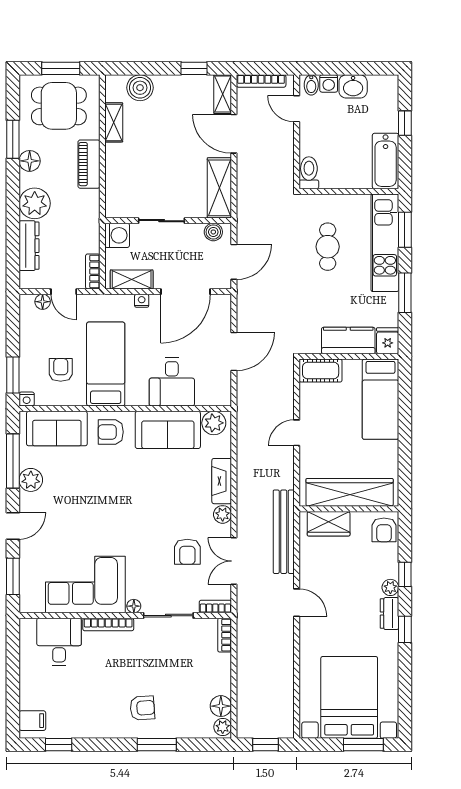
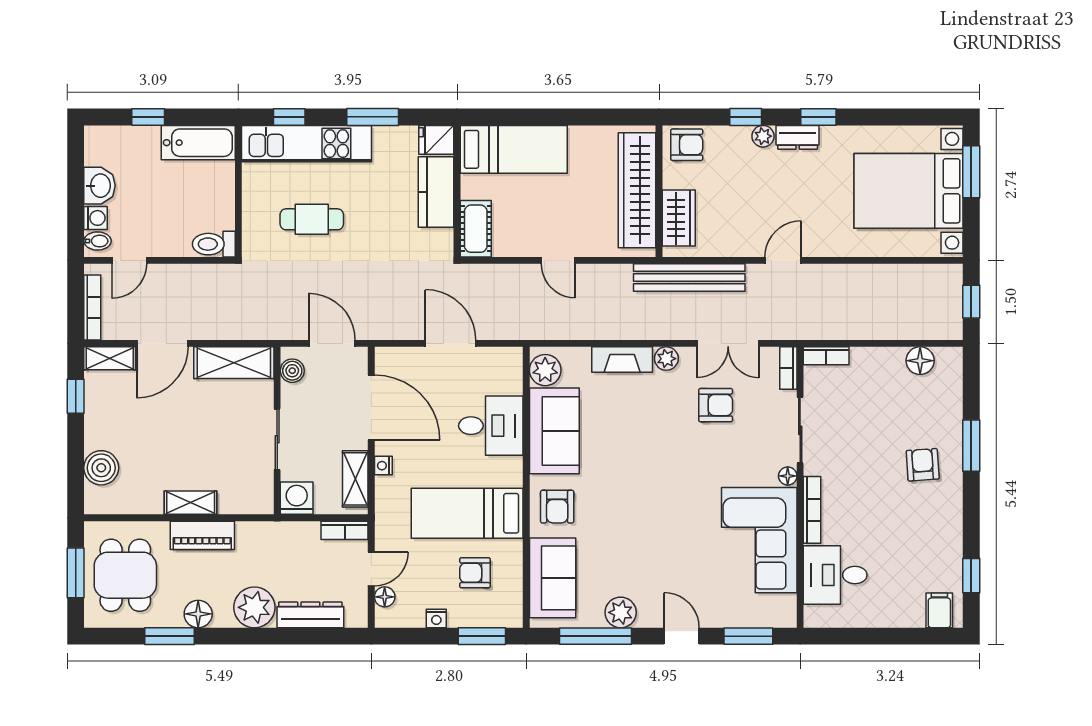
shelving: (114, 122) -> (191, 503), moved
window: (405, 230) -> (289, 117), width x0.67
nightstand: (27, 399) -> (436, 618), moved, turned 90
plant: (223, 727) -> (948, 358), removed

